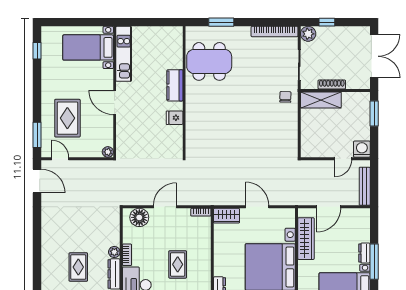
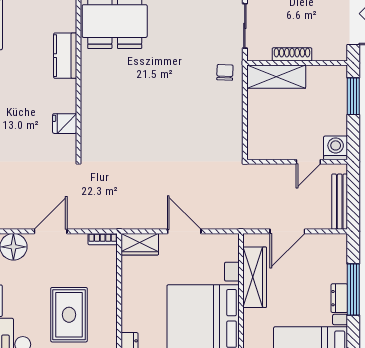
fridge: (175, 118) -> (65, 124), moved
window: (374, 262) -> (353, 290), moved
rug: (178, 264) -> (69, 315), width x1.36, depth x1.43

